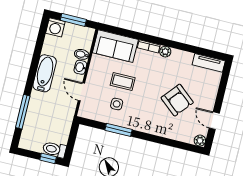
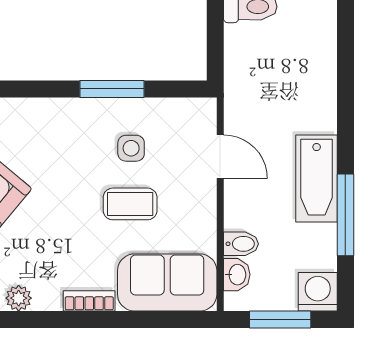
plant: (165, 52) -> (19, 298), moved
washbasin: (80, 67) -> (237, 275), moved
window: (23, 112) -> (345, 215), moved

